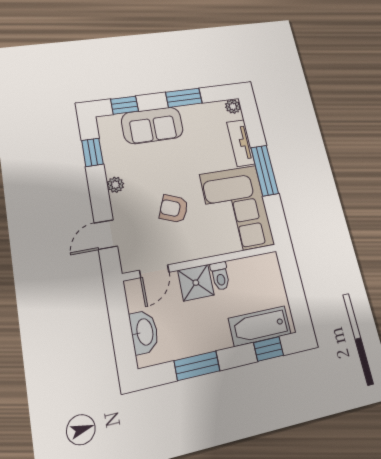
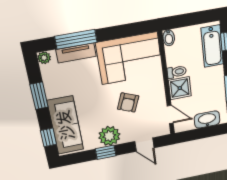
sofa: (152, 125) -> (65, 125), width x1.36
window: (92, 152) -> (106, 152), moved
window: (265, 170) -> (76, 39), moved
plant: (115, 185) -> (109, 136), width x1.87, depth x1.87
bidet: (267, 261) -> (169, 38), added

